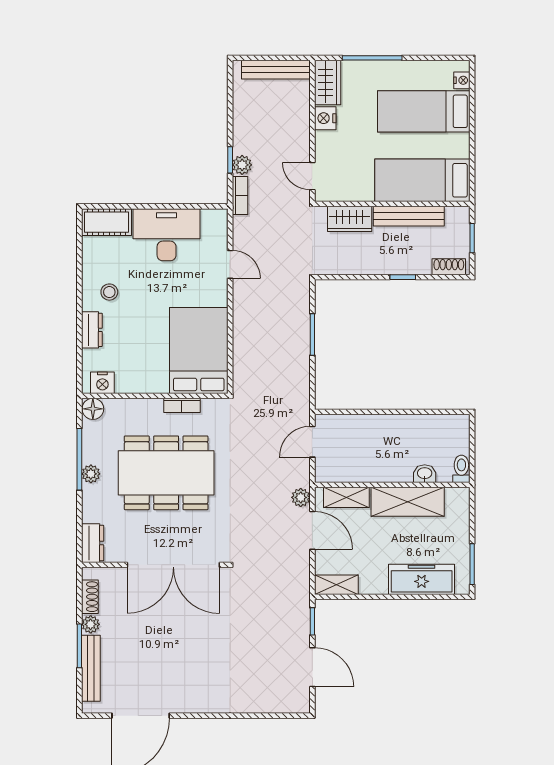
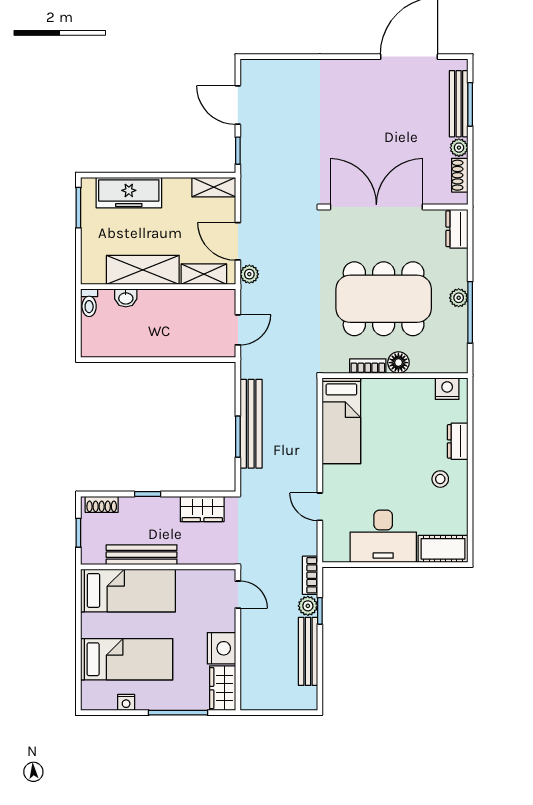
bench: (276, 70) -> (308, 651), moved, turned 90
nightstand: (462, 80) -> (126, 702), moved, turned -90
nightstand: (325, 118) -> (221, 648), width x1.36, depth x1.33
wardrobe: (350, 219) -> (202, 509), moved, turned 180
bench: (299, 347) -> (251, 424), added
bed: (199, 350) -> (341, 421), width x0.67
floor lamp: (93, 409) -> (398, 363), moved
window: (79, 646) -> (470, 104), moved

